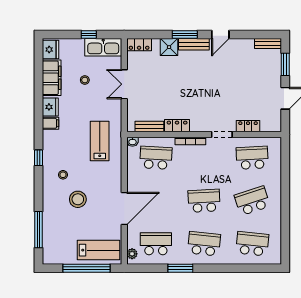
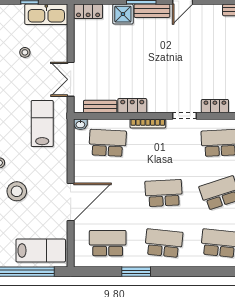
double door: (124, 84) -> (71, 79), moved
plant: (132, 254) -> (80, 255), removed

